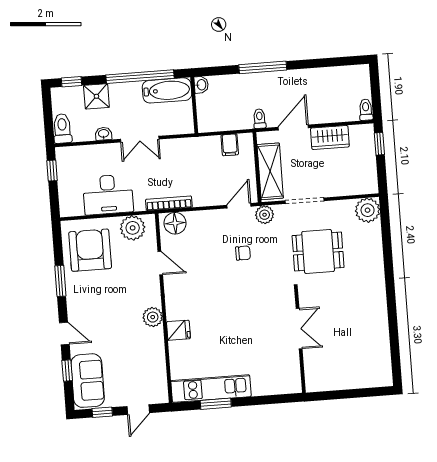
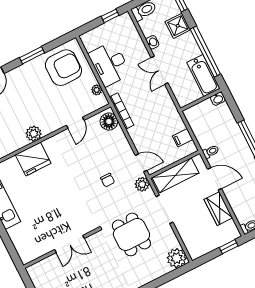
plant: (133, 228) -> (97, 90), width x0.53, depth x0.53
fridge: (178, 330) -> (33, 159), width x1.88, depth x1.34

